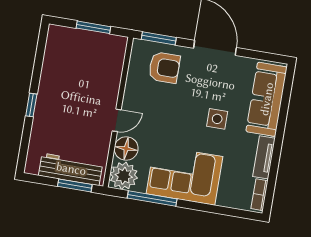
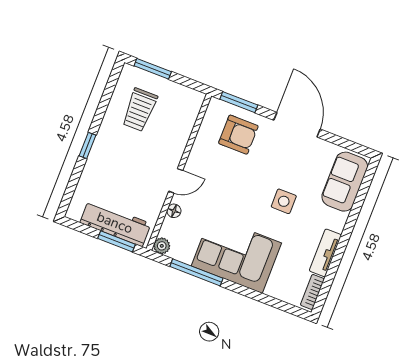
window: (93, 27) -> (153, 69), moved
trolley: (71, 63) -> (140, 110), added
sofa: (267, 99) -> (345, 182), width x0.73
floor lamp: (126, 149) -> (174, 211), width x0.53, depth x0.53
plant: (124, 176) -> (162, 246), width x0.53, depth x0.53

